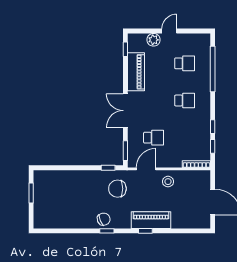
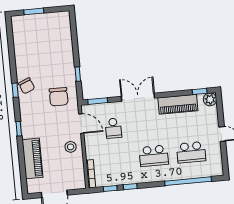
plant: (154, 40) -> (210, 99), moved
school desk: (185, 63) -> (191, 152), width x1.85
school desk: (185, 100) -> (154, 156), width x1.85
window: (108, 168) -> (78, 74), moved
chair: (117, 189) -> (59, 97), turned 180
window: (31, 193) -> (34, 11), moved
piano: (151, 220) -> (33, 158), moved

